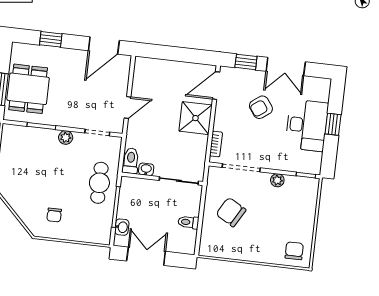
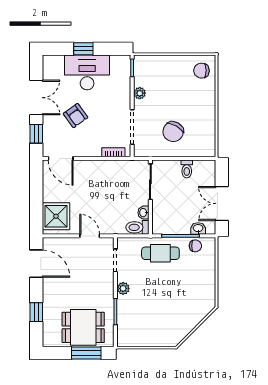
shower: (195, 118) -> (56, 216), moved
chair: (54, 215) -> (195, 246), moved

